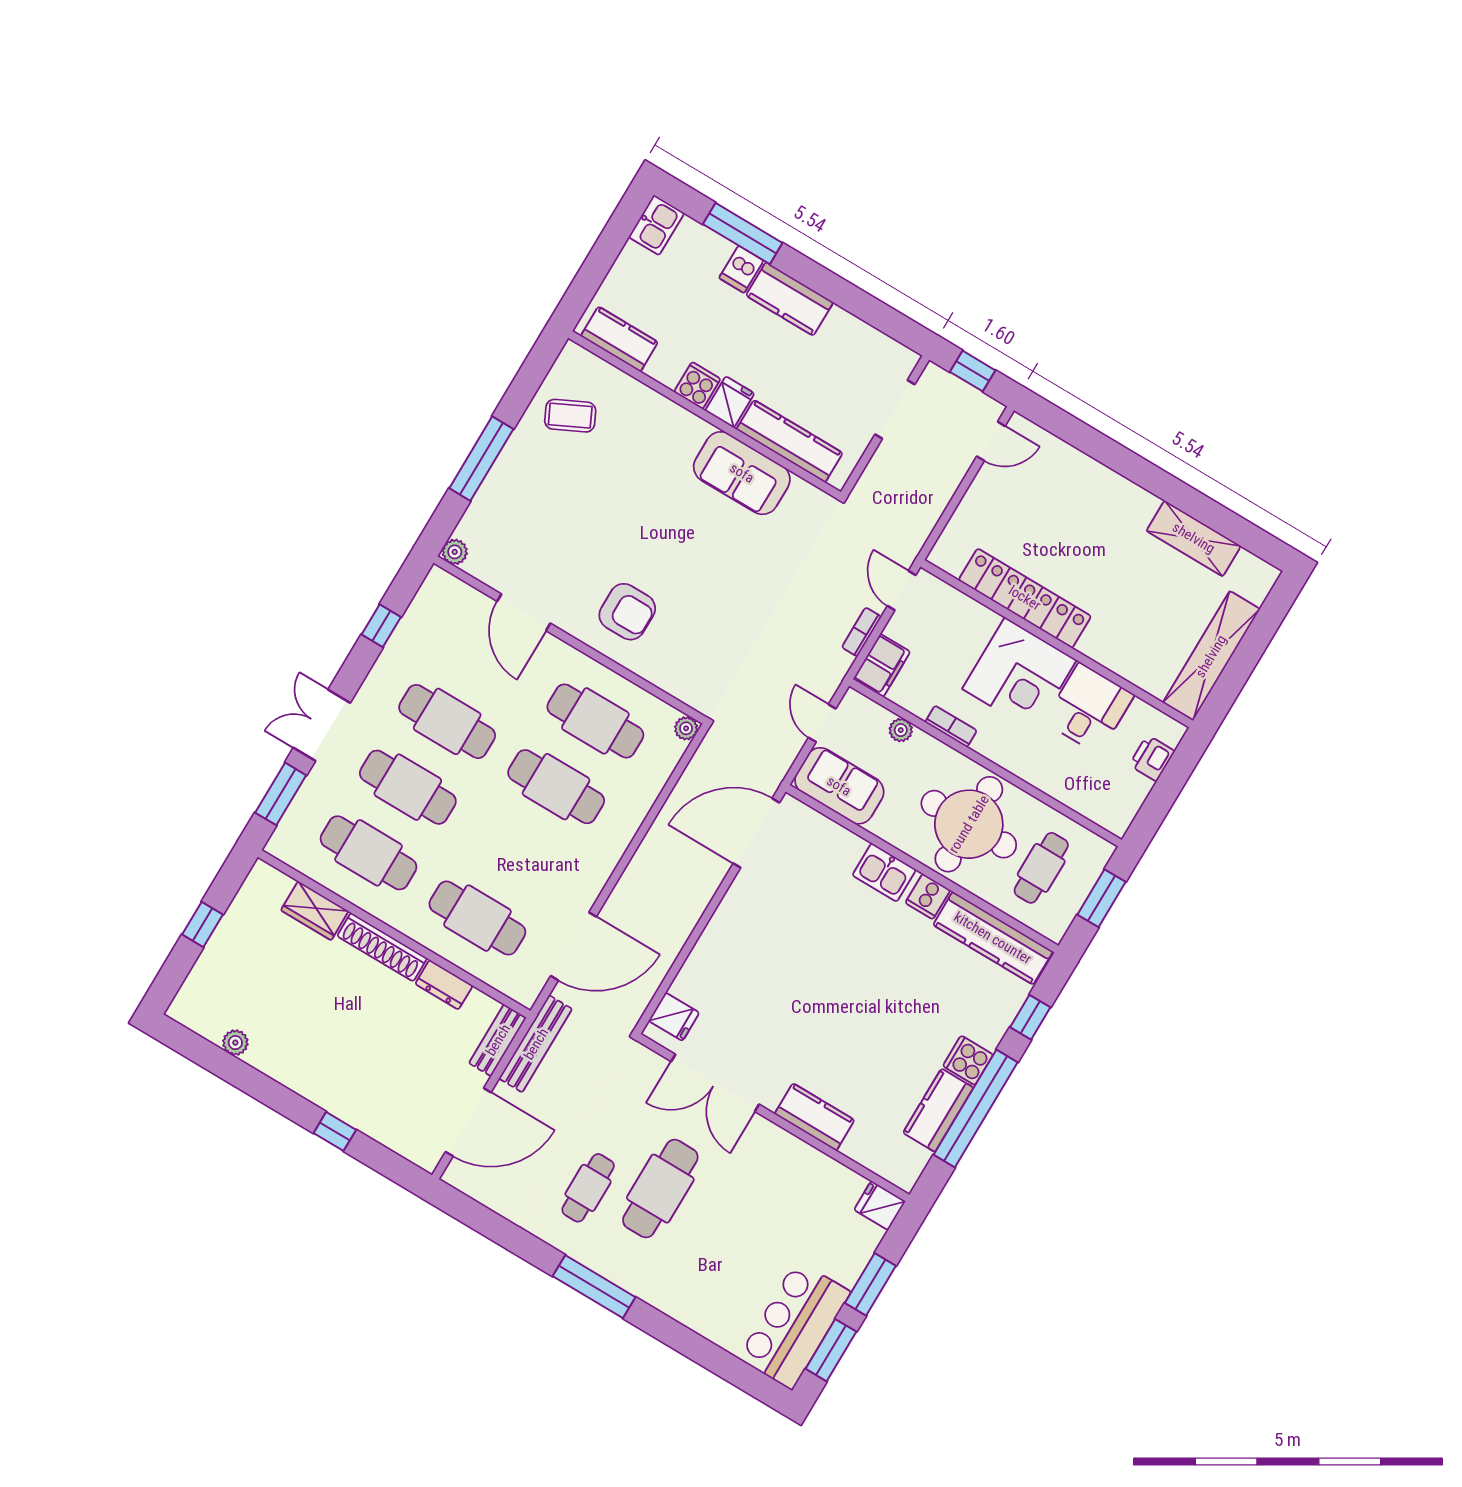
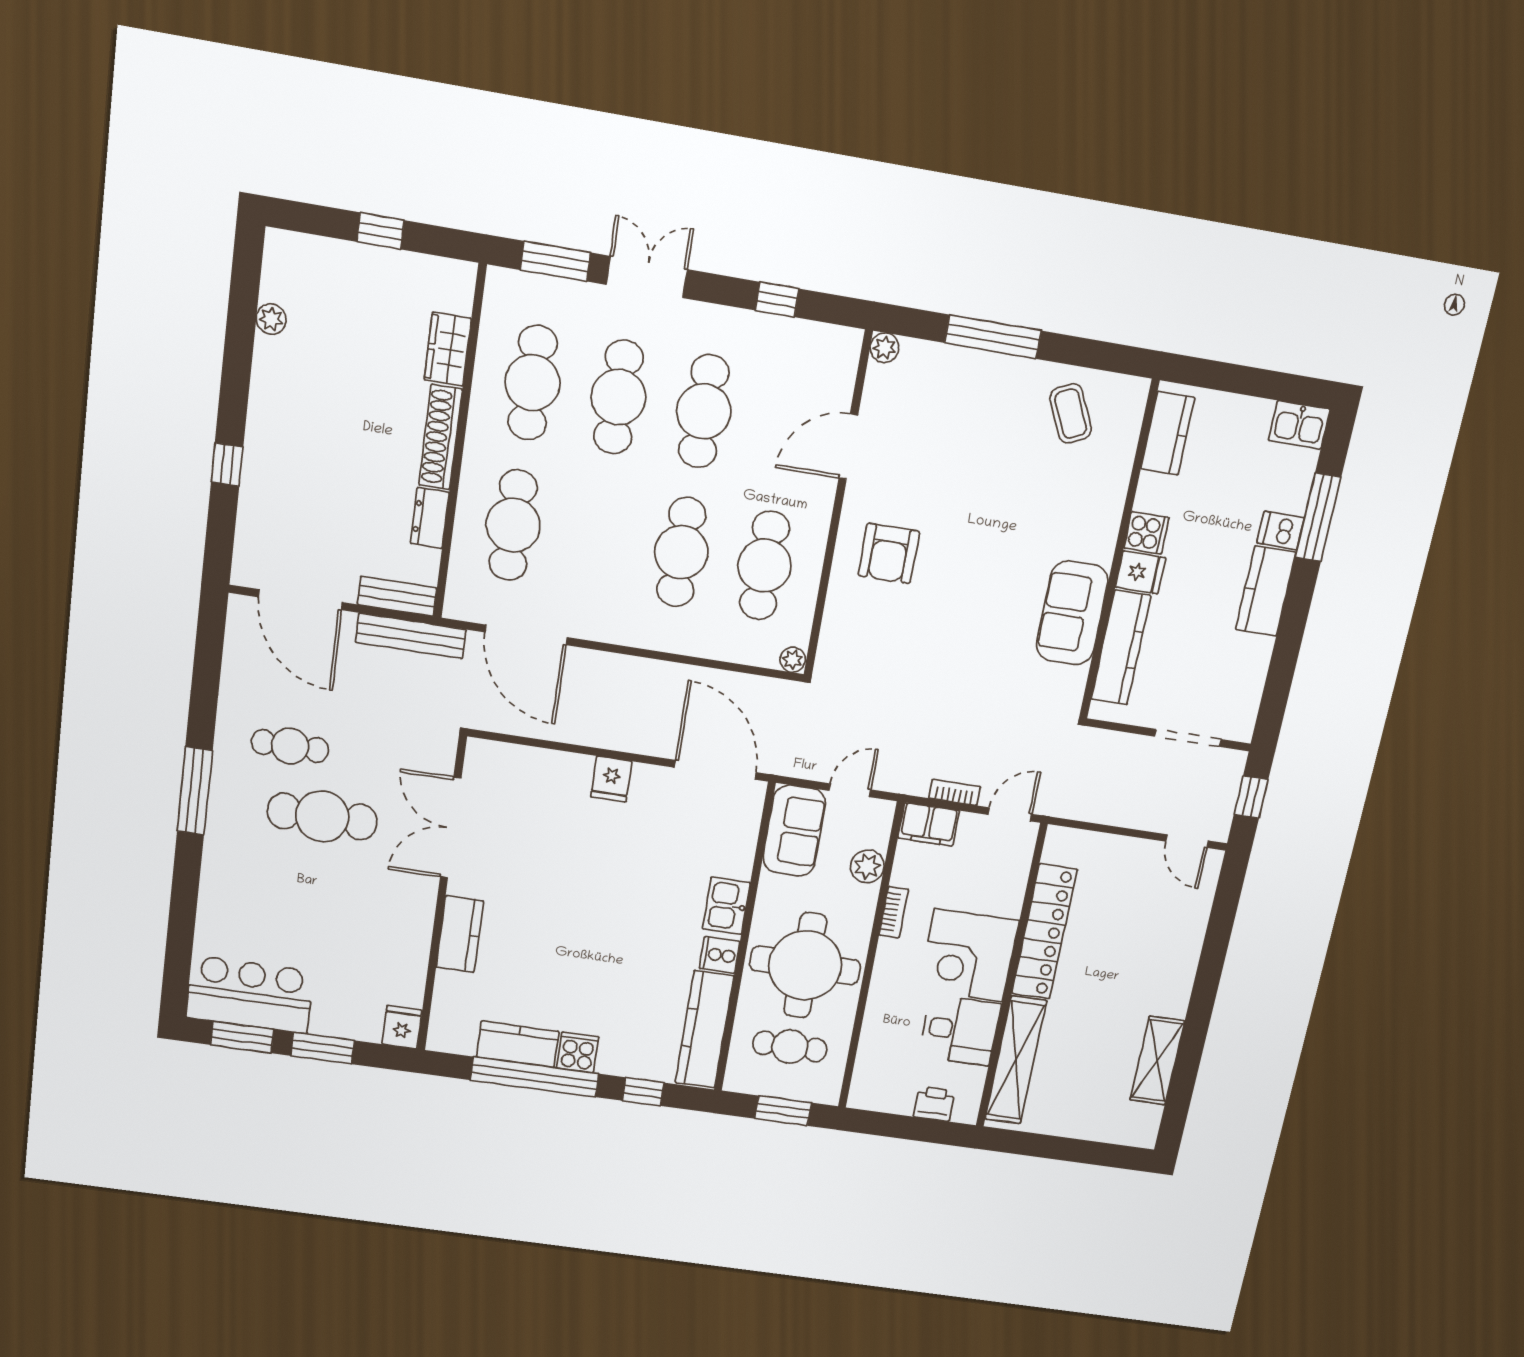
shelving: (1211, 656) -> (1016, 1060), moved, turned 90
plant: (901, 730) -> (867, 866), width x1.38, depth x1.38
fridge: (674, 1017) -> (611, 779), moved

